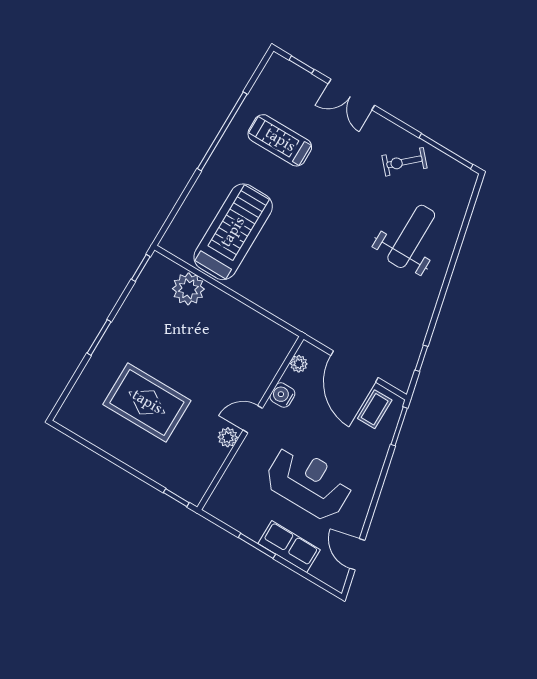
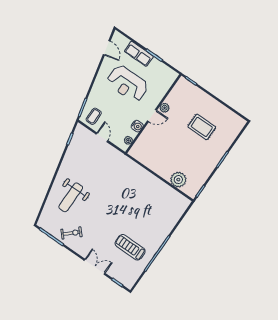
treadmill: (280, 140) -> (130, 247), turned 180
treadmill: (233, 232) -> (155, 205), removed
door: (354, 367) -> (102, 137), width x0.53
rug: (147, 402) -> (202, 127), width x0.73, depth x0.70

